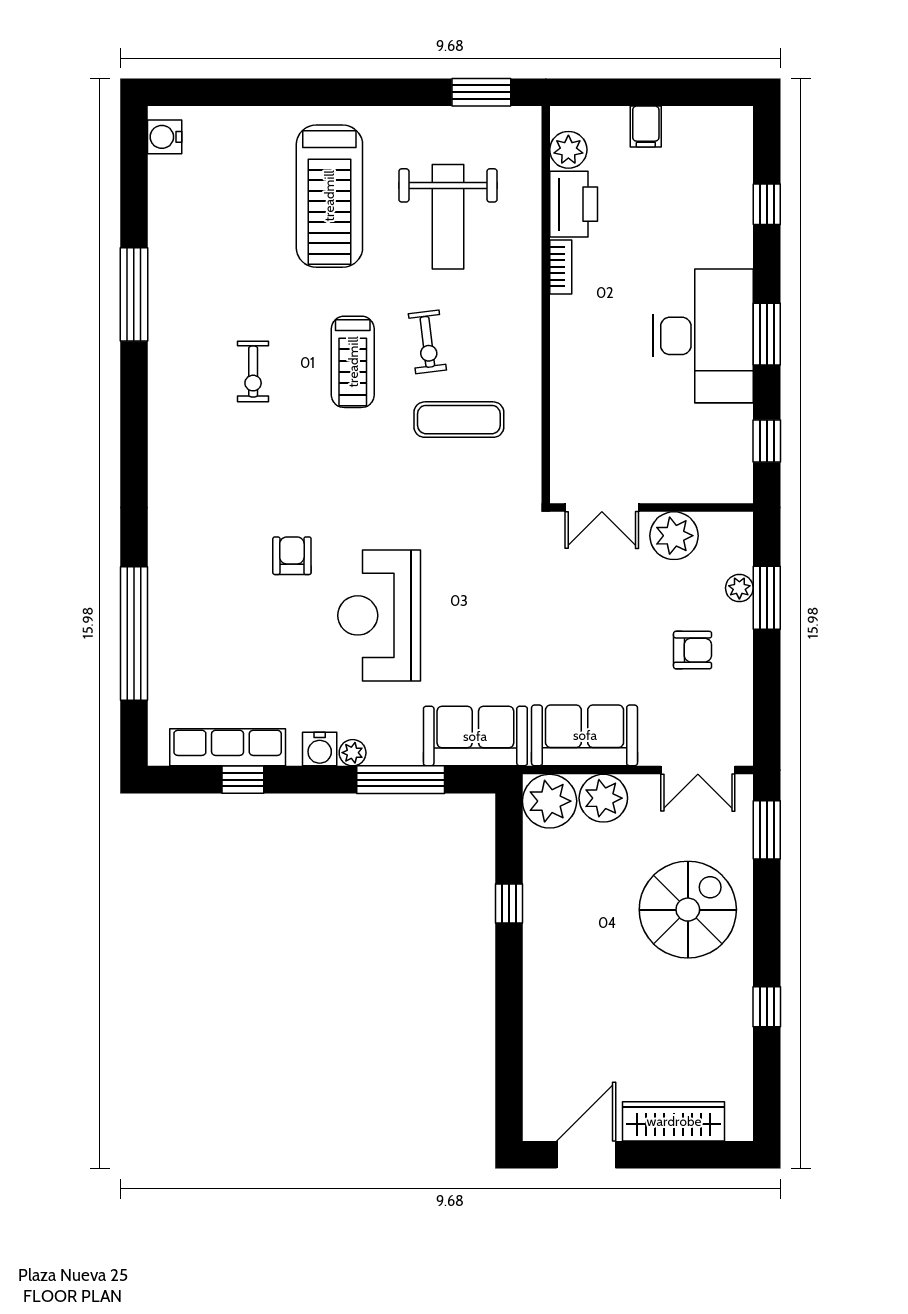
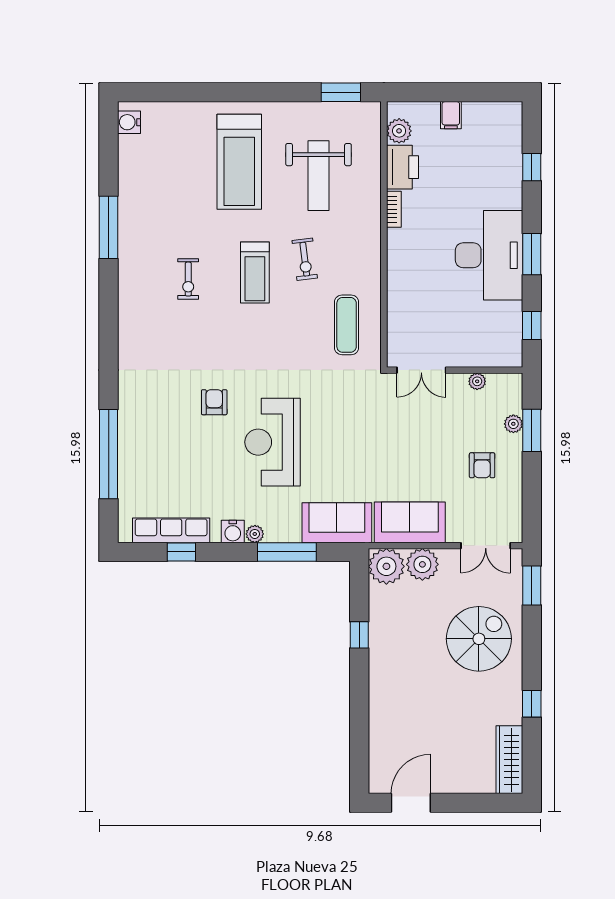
exercise mat: (459, 420) -> (347, 325), moved, turned 90
plant: (674, 536) -> (477, 381), width x0.53, depth x0.53
armchair: (693, 650) -> (482, 465), turned 90
wardrobe: (674, 1121) -> (509, 760), moved, turned -90

